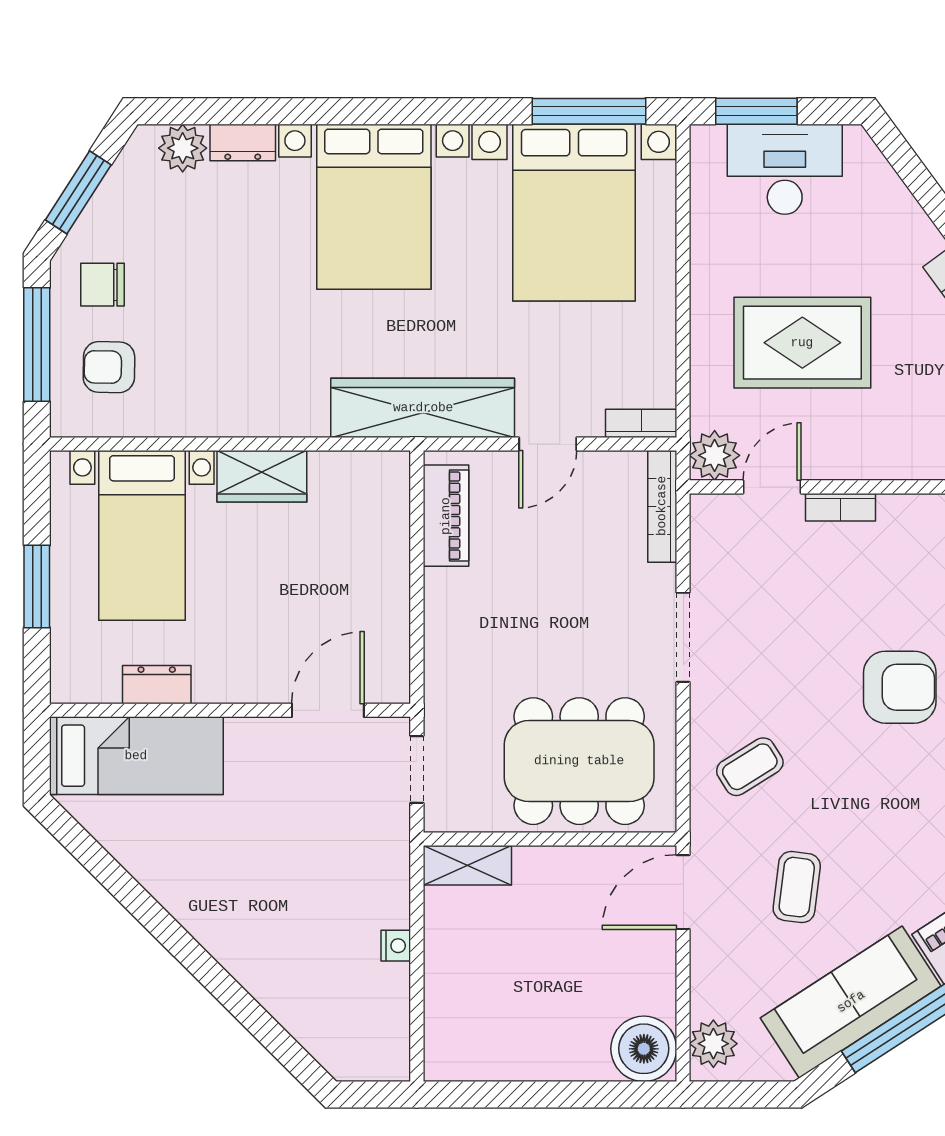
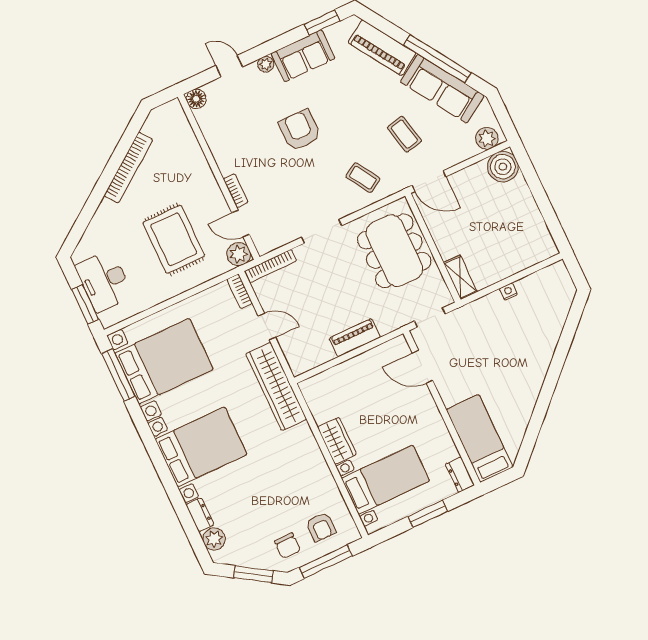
piano: (446, 516) -> (355, 338), moved
dresser: (157, 685) -> (460, 475), moved
coffee table: (797, 887) -> (404, 134), turned 70

